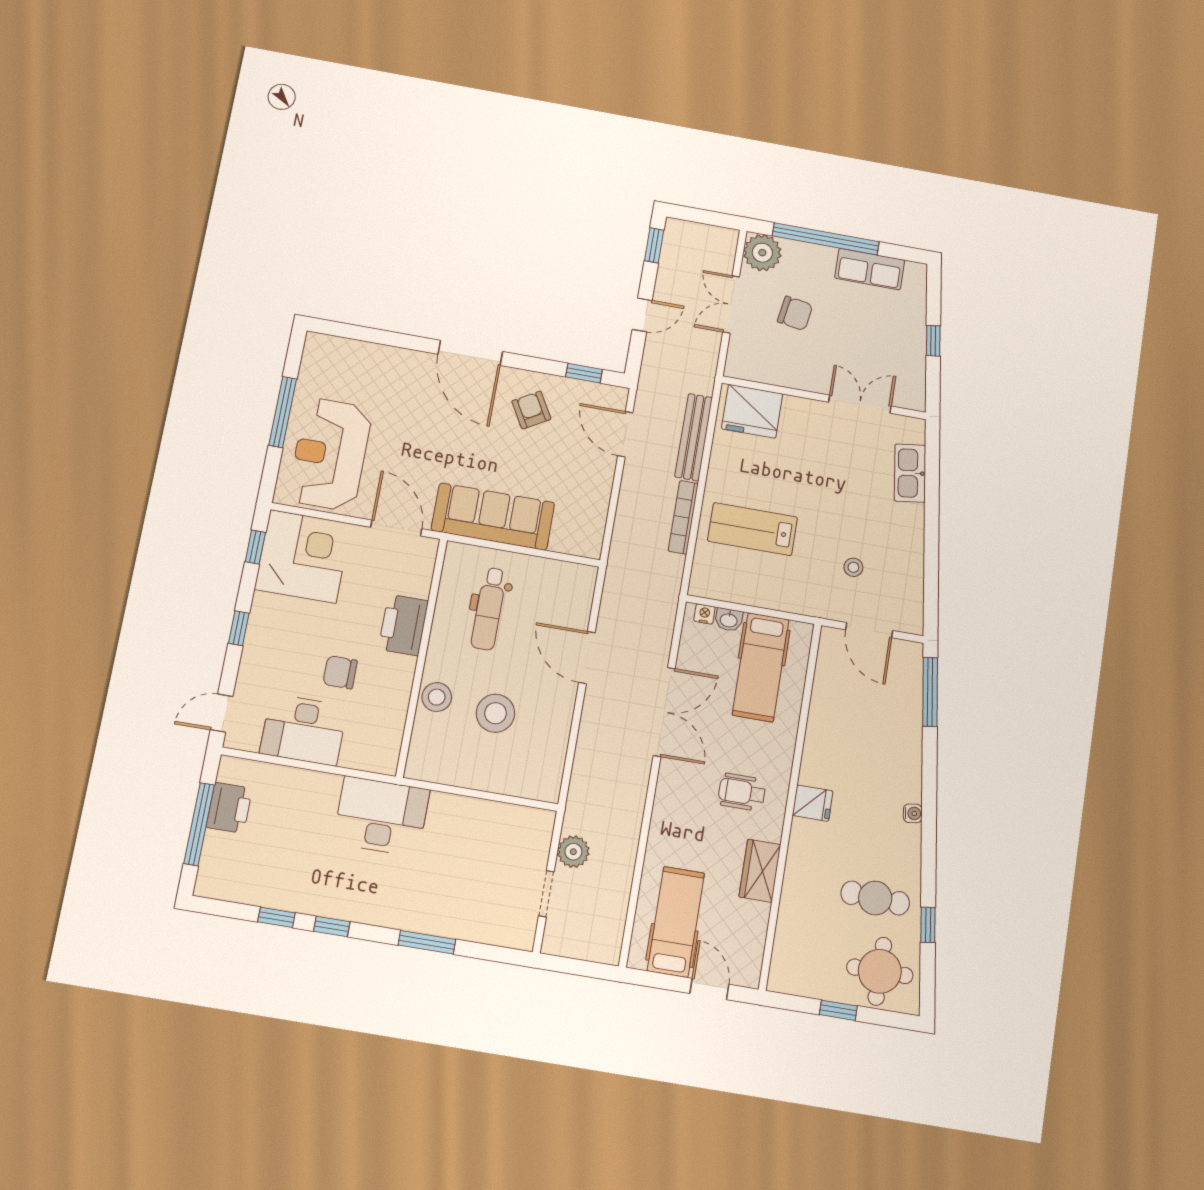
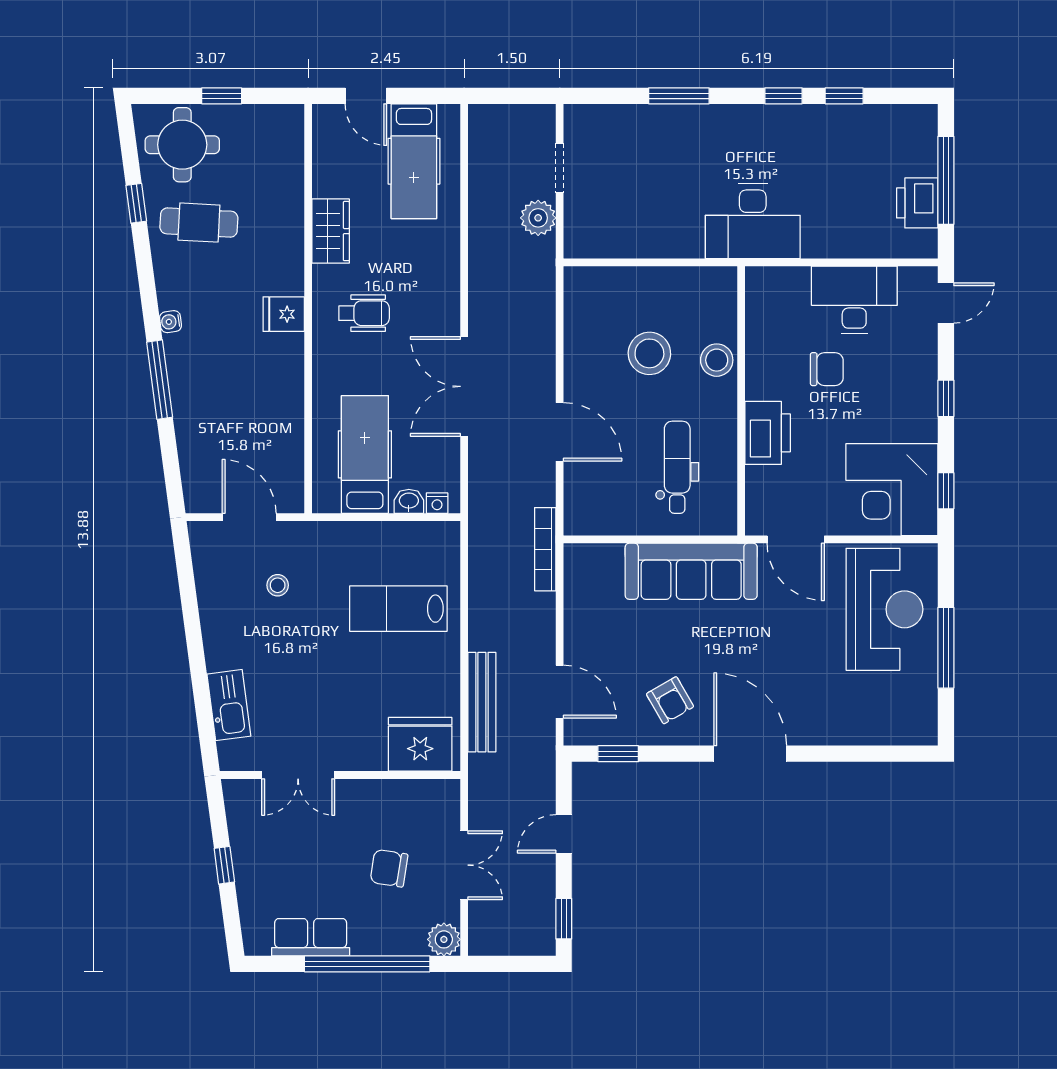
plant: (762, 253) -> (444, 939), width x0.73, depth x0.73
bookcase: (683, 517) -> (545, 549), moved, turned 180
lab bench: (753, 529) -> (398, 609), turned 180
window: (930, 692) -> (160, 380), moved

